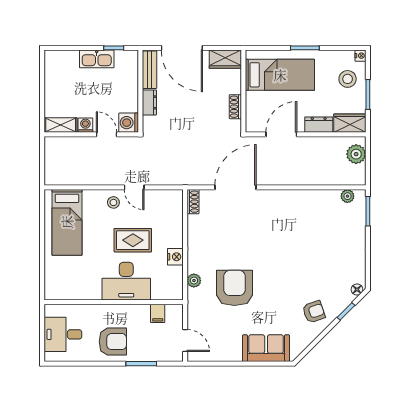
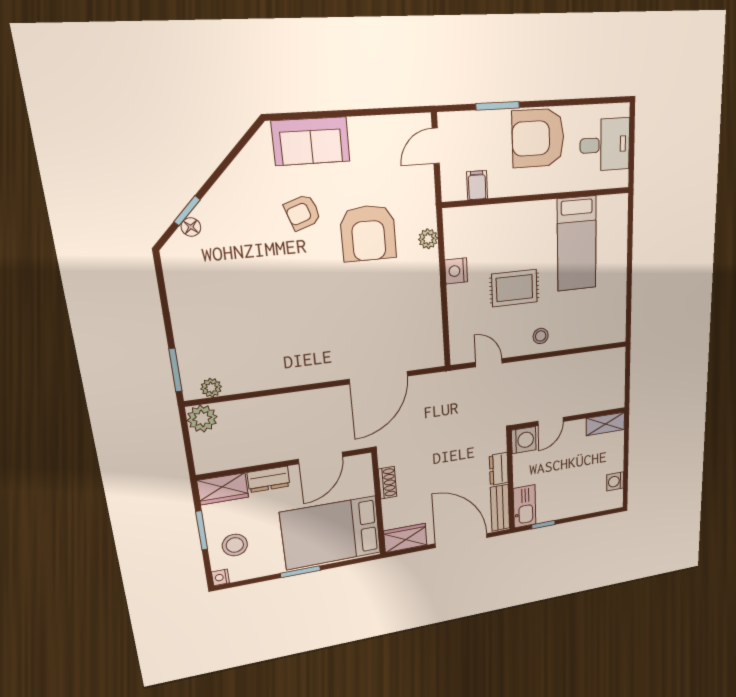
kitchen sink: (97, 59) -> (525, 506), moved, turned 90
bed: (280, 75) -> (331, 533), width x1.50
washing machine: (85, 125) -> (615, 481), moved, turned 90
door: (106, 134) -> (551, 421), hinge flipped
plant: (356, 154) -> (202, 418), moved
door: (134, 187) -> (489, 363), moved
shoe rack: (193, 202) -> (436, 351), removed
bed: (67, 222) -> (577, 244), moved, turned 180
desk: (126, 281) -> (522, 229), removed
floor lamp: (357, 289) -> (191, 227), moved
armchair: (314, 312) -> (303, 212), moved
door: (185, 341) -> (436, 146), hinge flipped
armchair: (113, 342) -> (538, 138), width x1.36, depth x1.36

